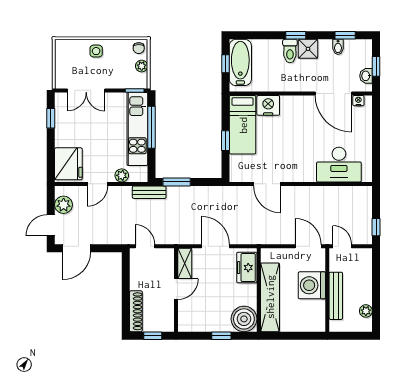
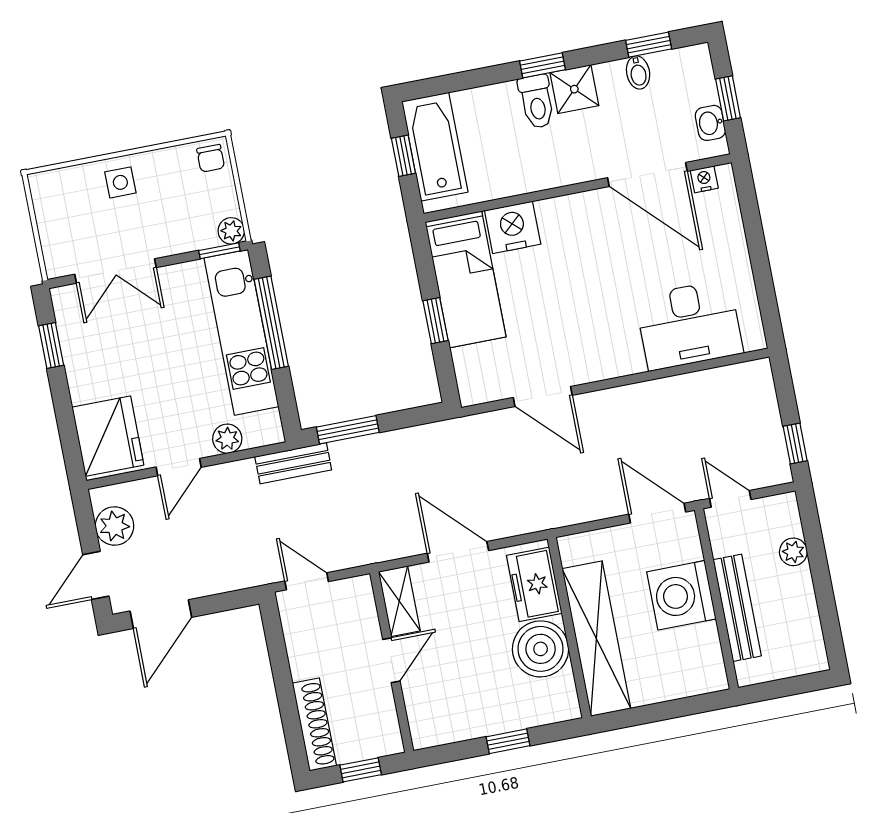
plant: (142, 66) -> (231, 231), moved
plant: (366, 311) -> (793, 552), moved
boiler: (244, 319) -> (541, 649), moved

